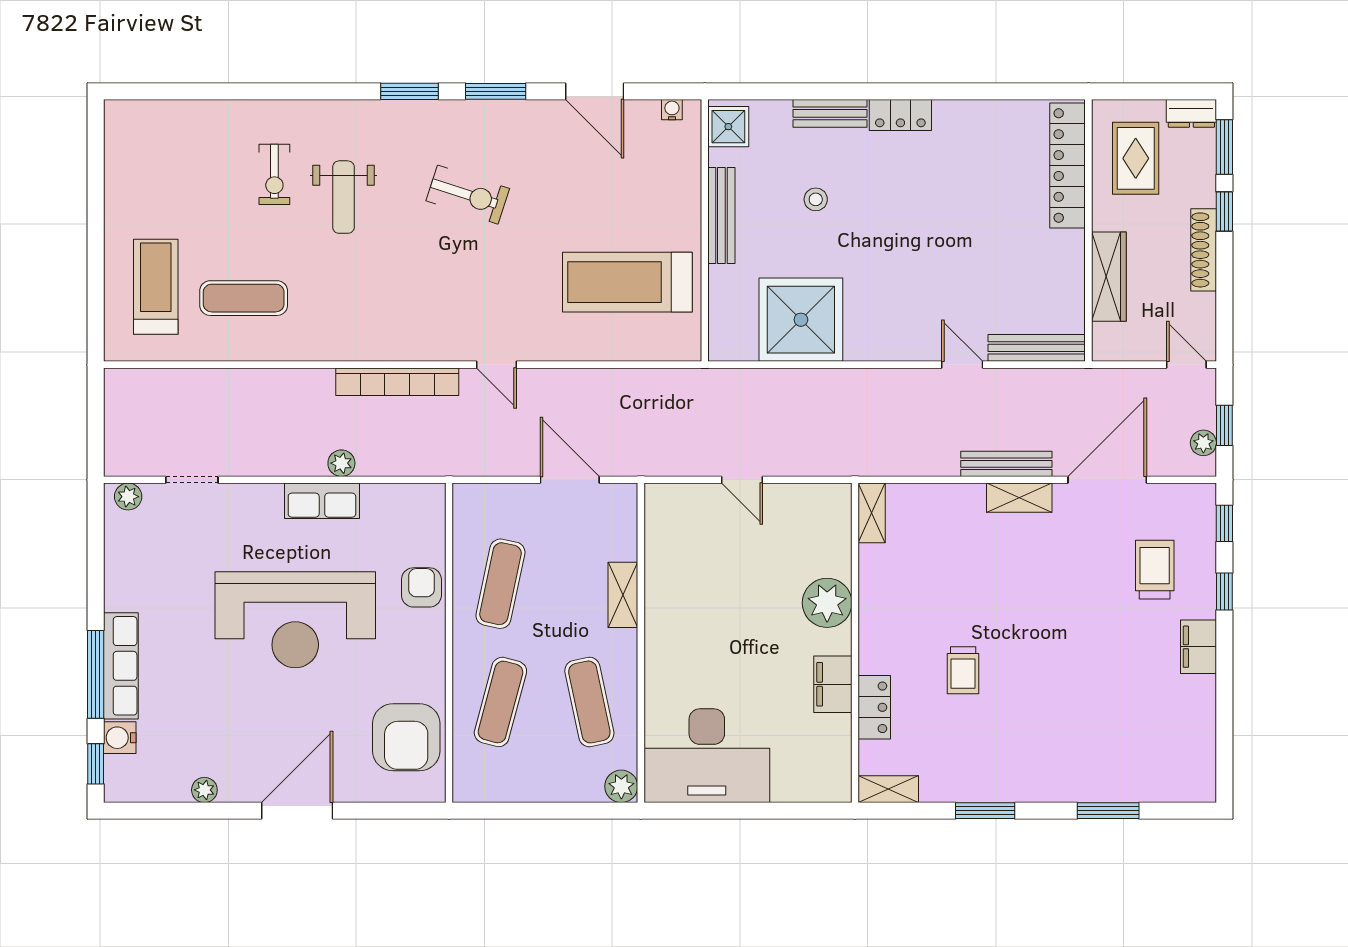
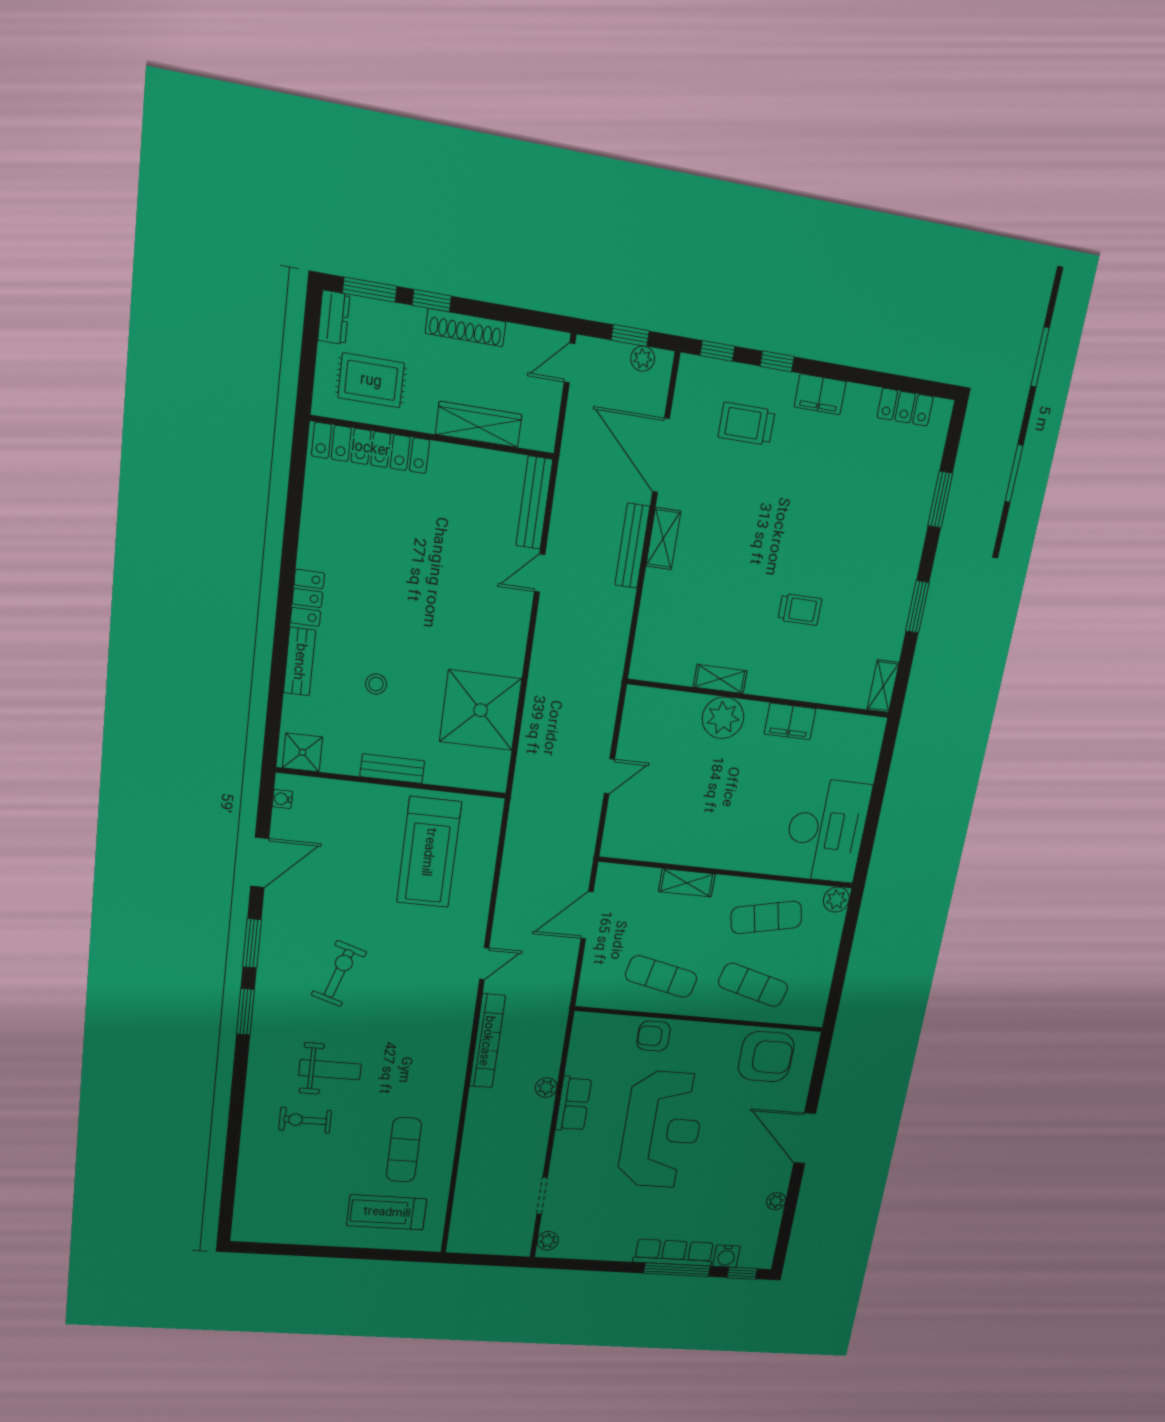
exercise bike: (274, 174) -> (305, 1120), turned 180
bench: (721, 216) -> (392, 769), width x0.73
shelving: (872, 513) -> (720, 679), moved
locker: (874, 707) -> (905, 407), moved, turned 180

